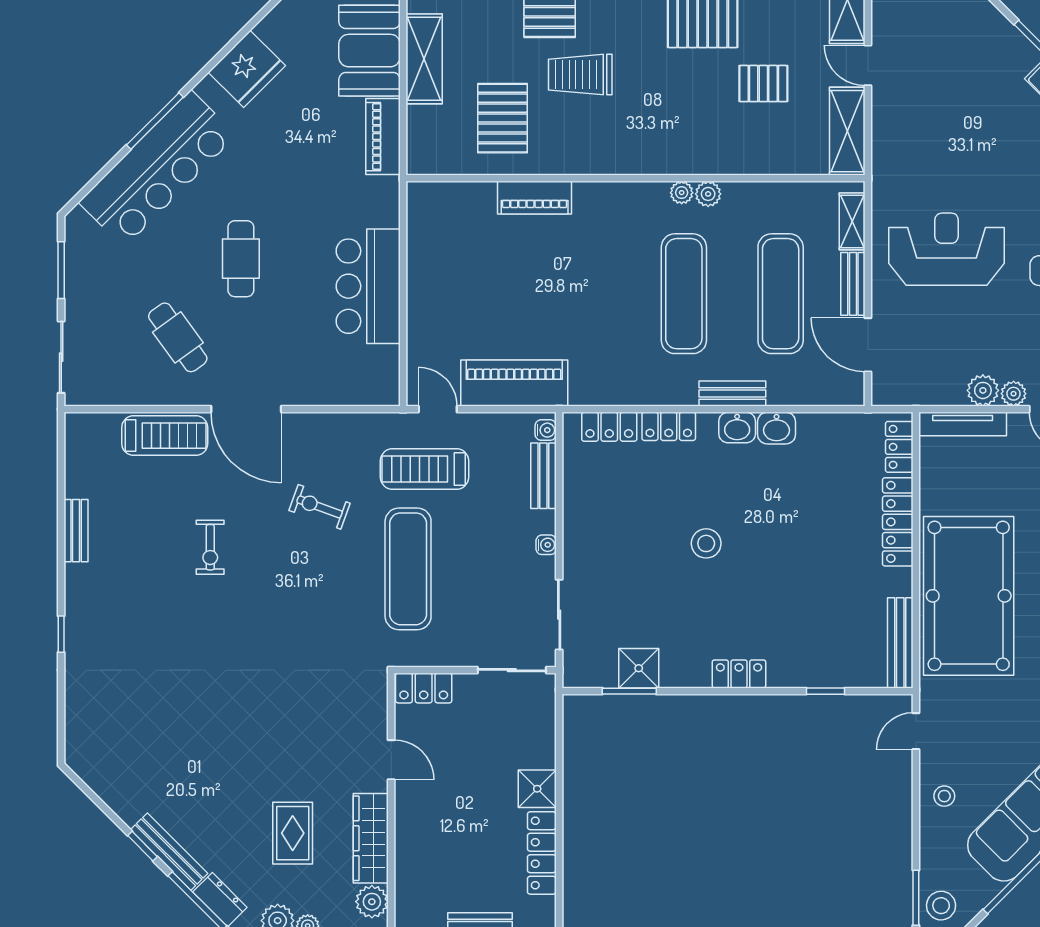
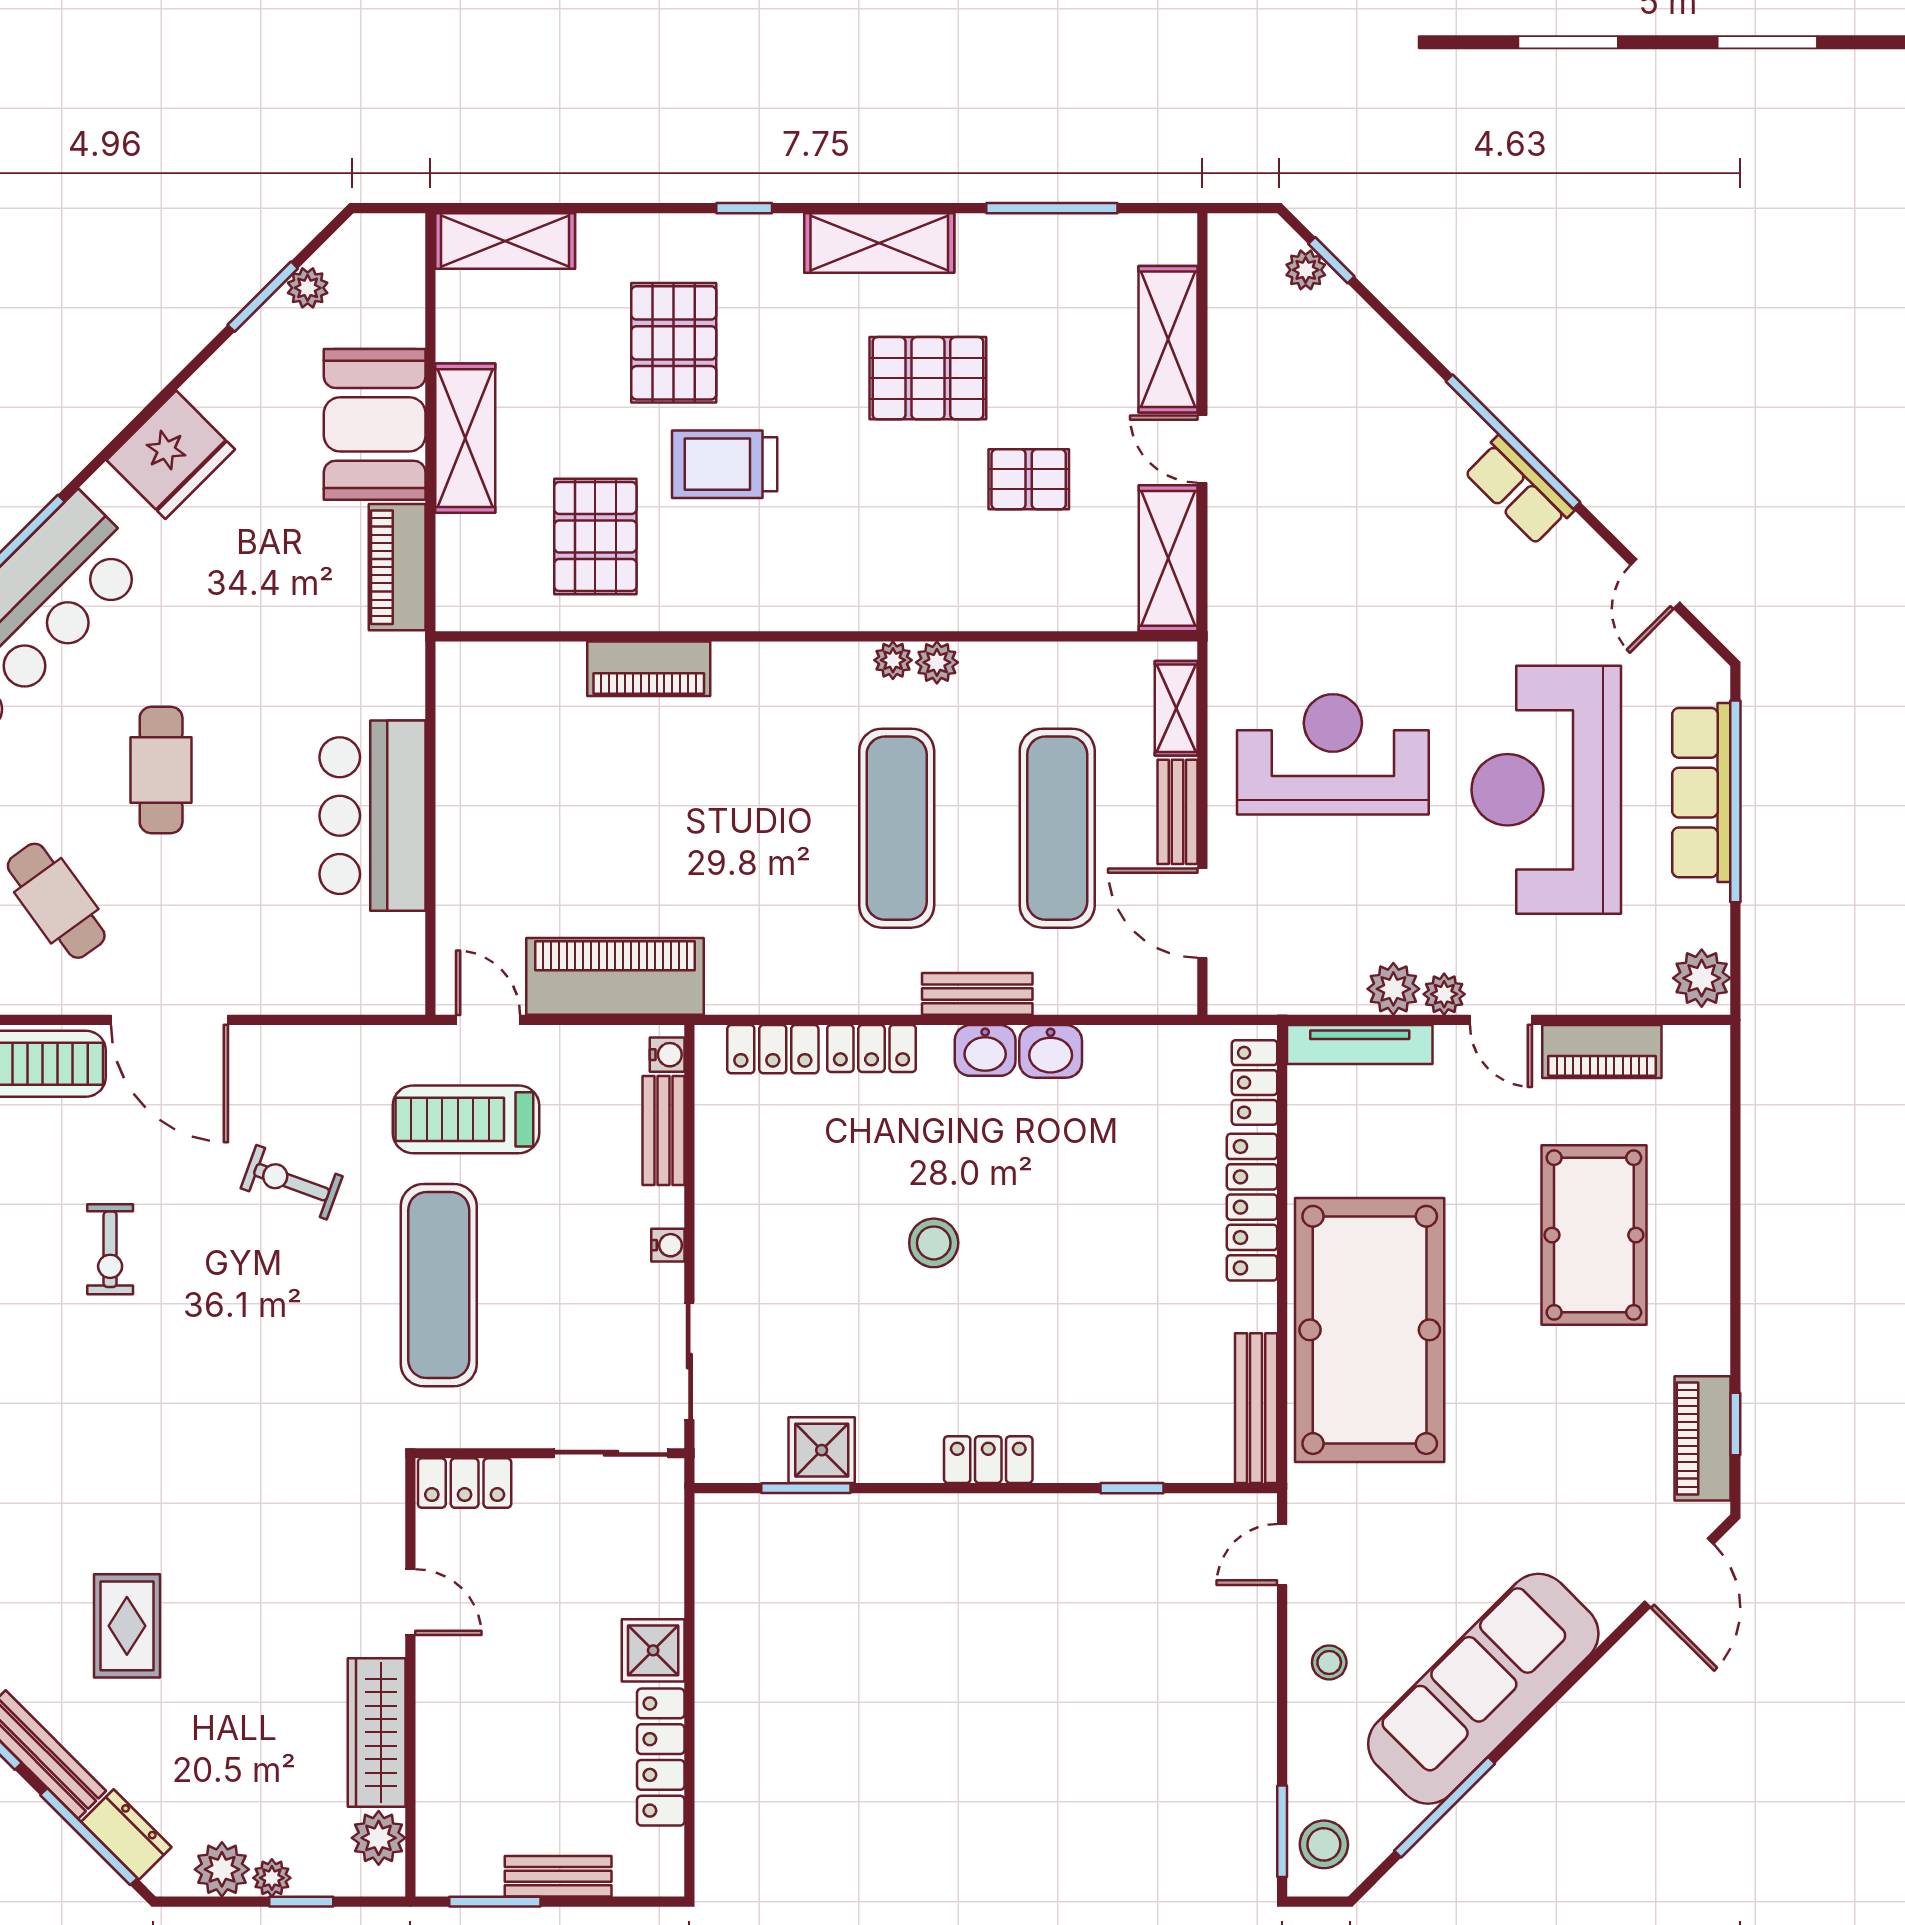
rug: (293, 833) -> (127, 1626), moved

